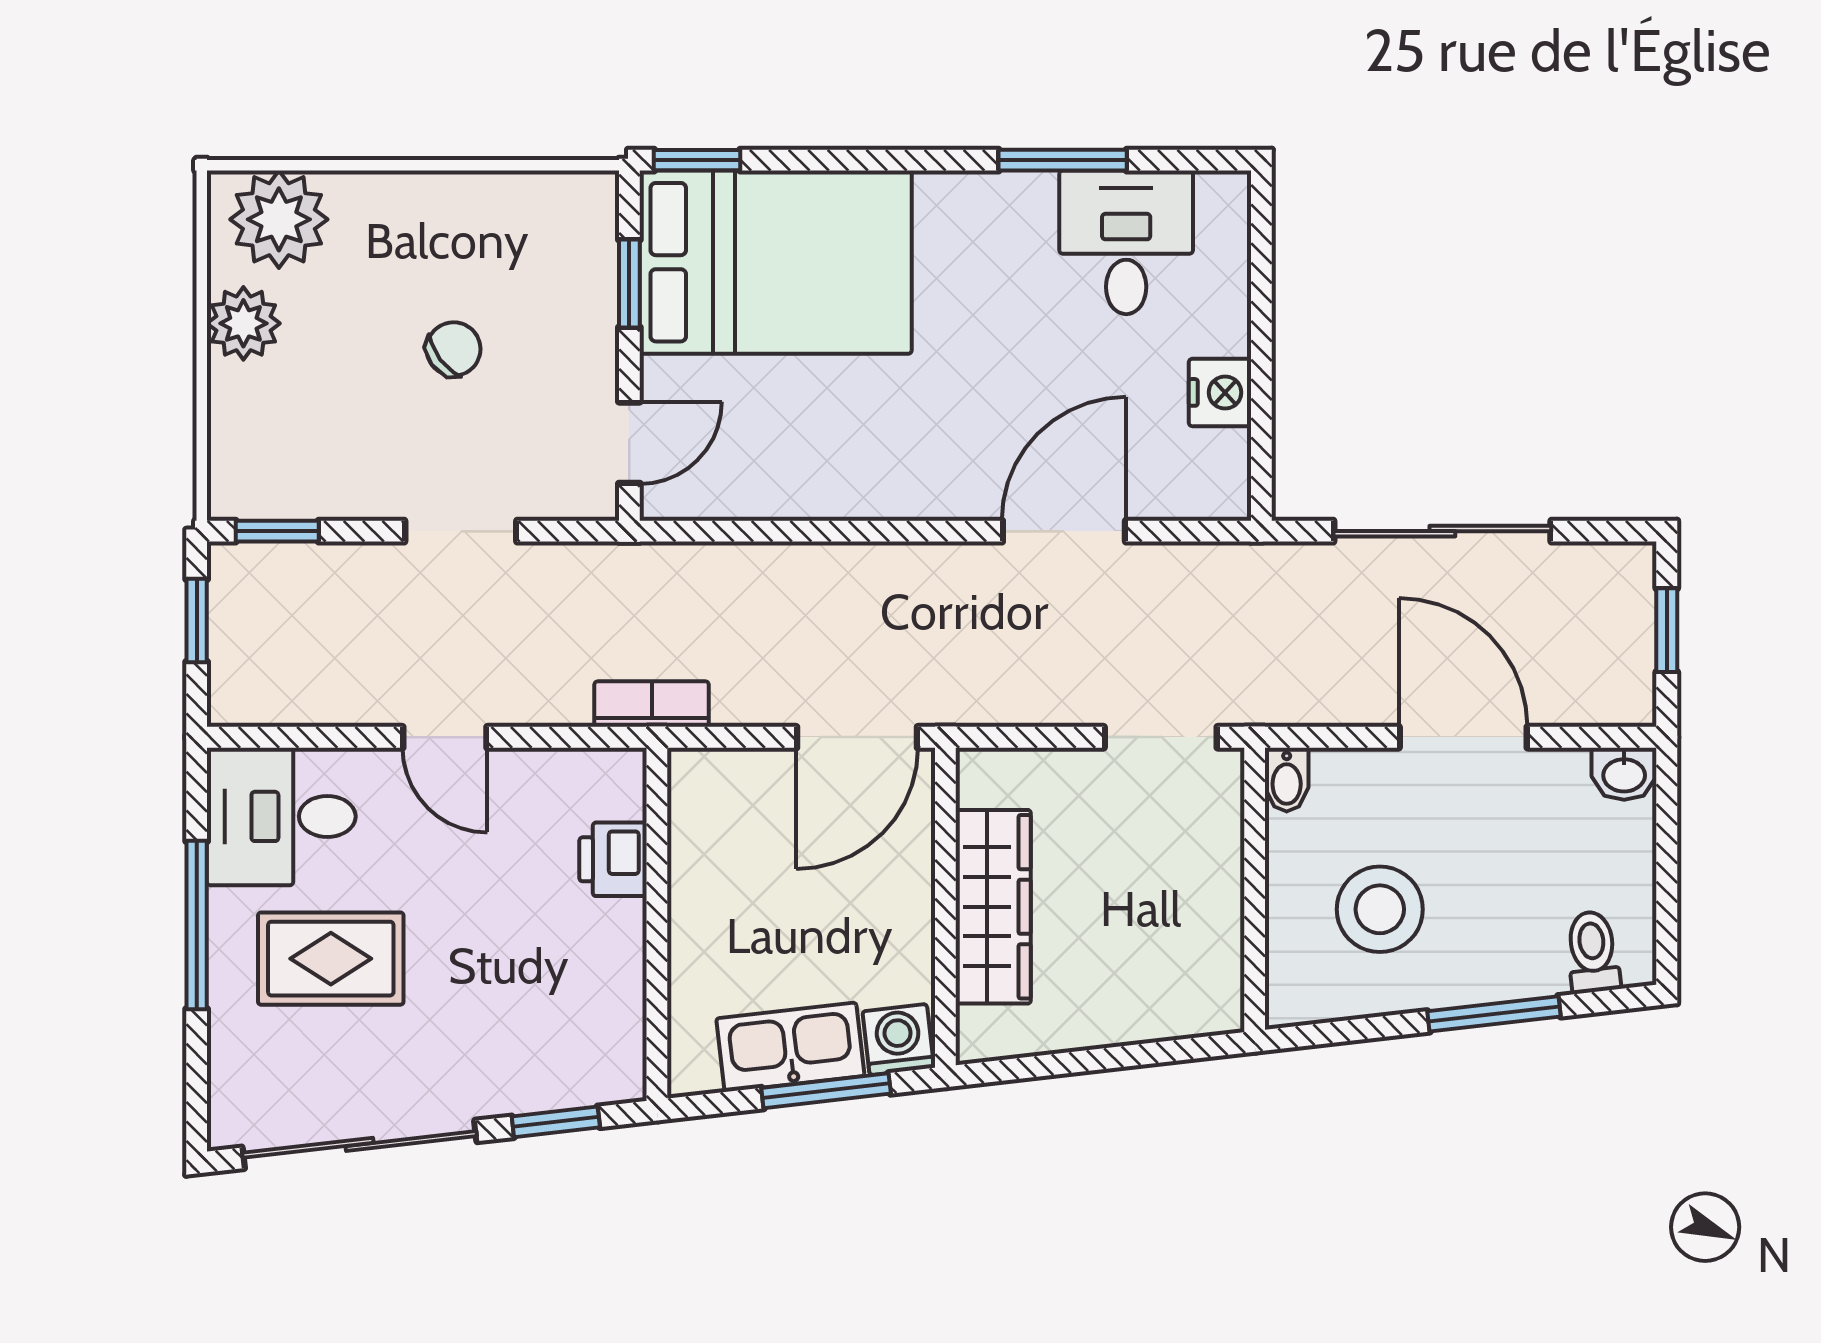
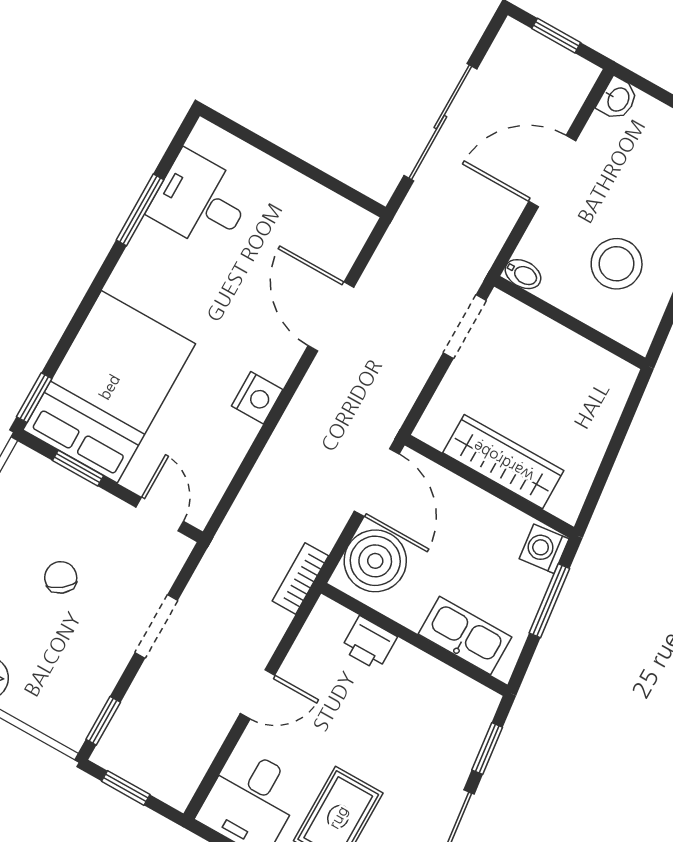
nightstand: (1220, 392) -> (257, 398), moved, turned 90
boiler: (740, 800) -> (375, 561), added
kitchen sink: (790, 1047) -> (465, 636), moved, turned 97

